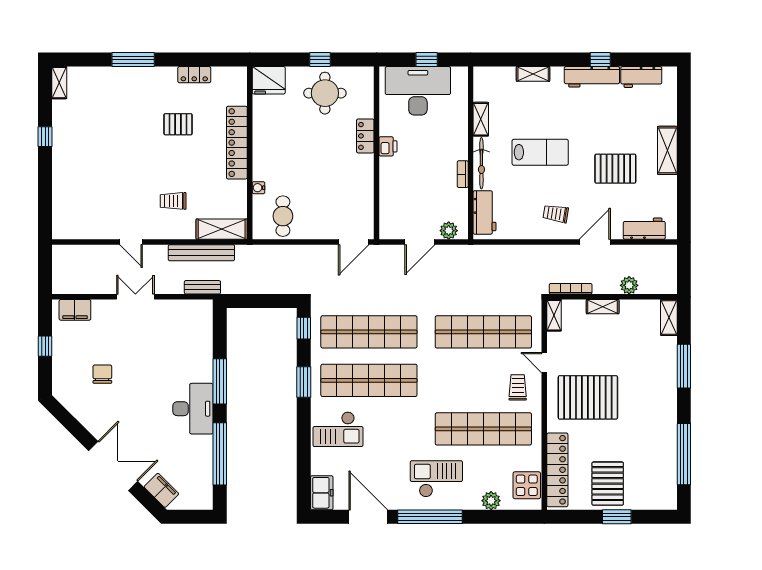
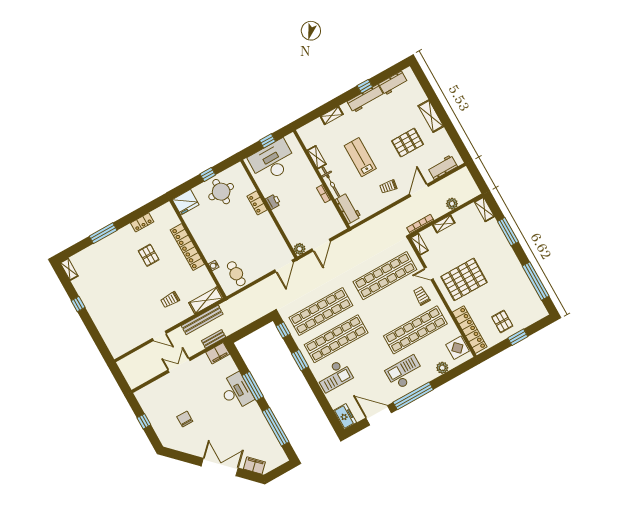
pallet: (178, 124) -> (149, 255), turned 90
lab bench: (540, 152) -> (360, 157), turned -90
plant: (449, 231) -> (300, 249), moved
filing cabinet: (75, 310) -> (218, 353), moved
desk: (193, 409) -> (236, 391), moved
pallet: (608, 484) -> (502, 321), width x0.67, depth x0.71

